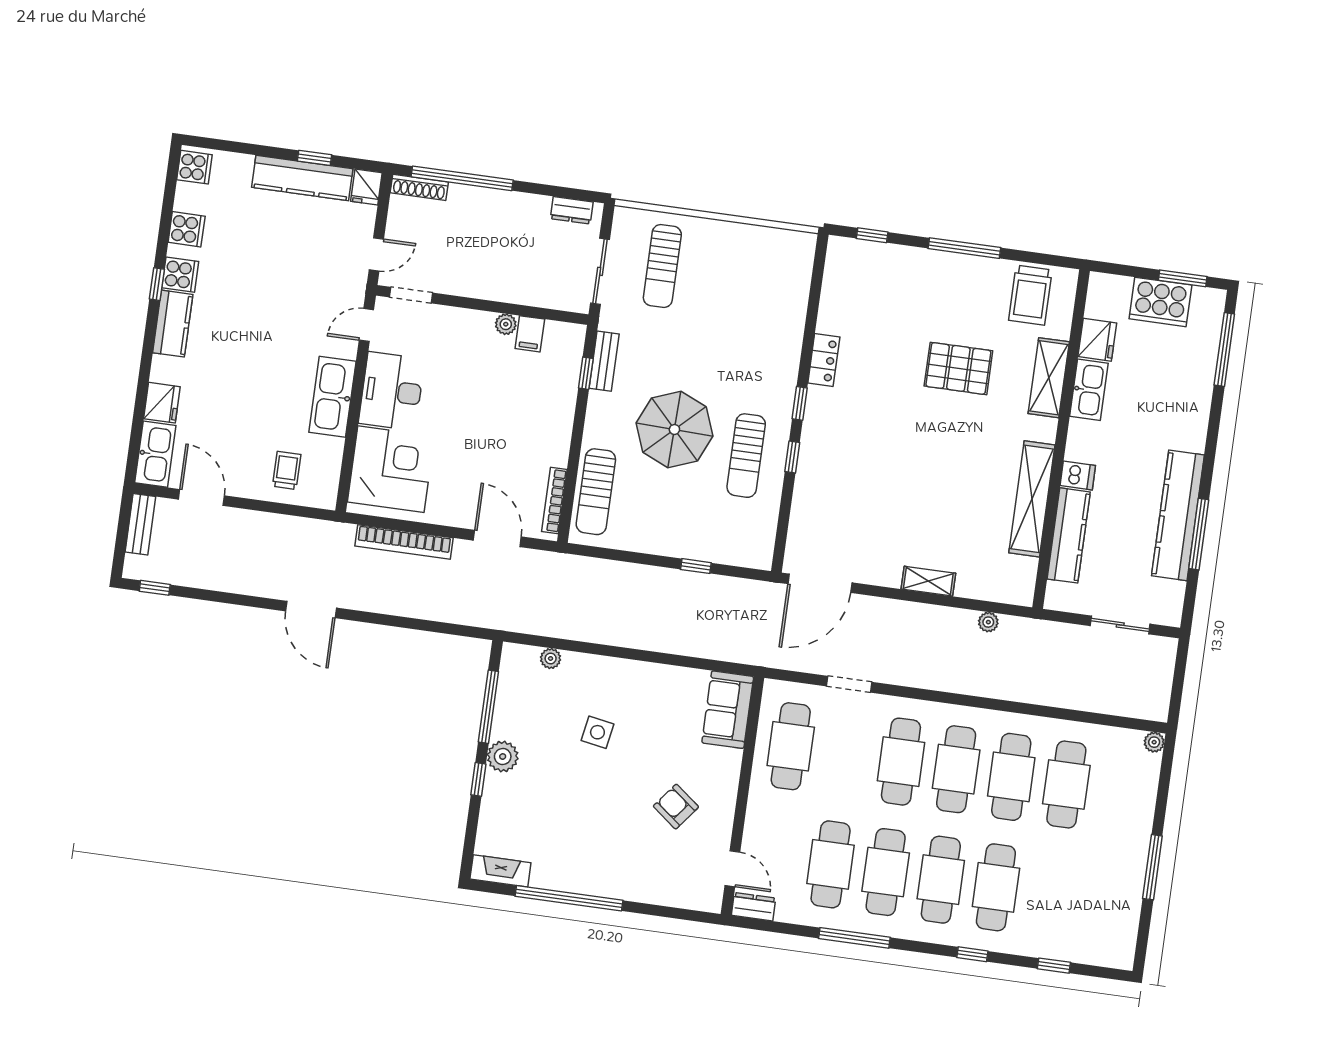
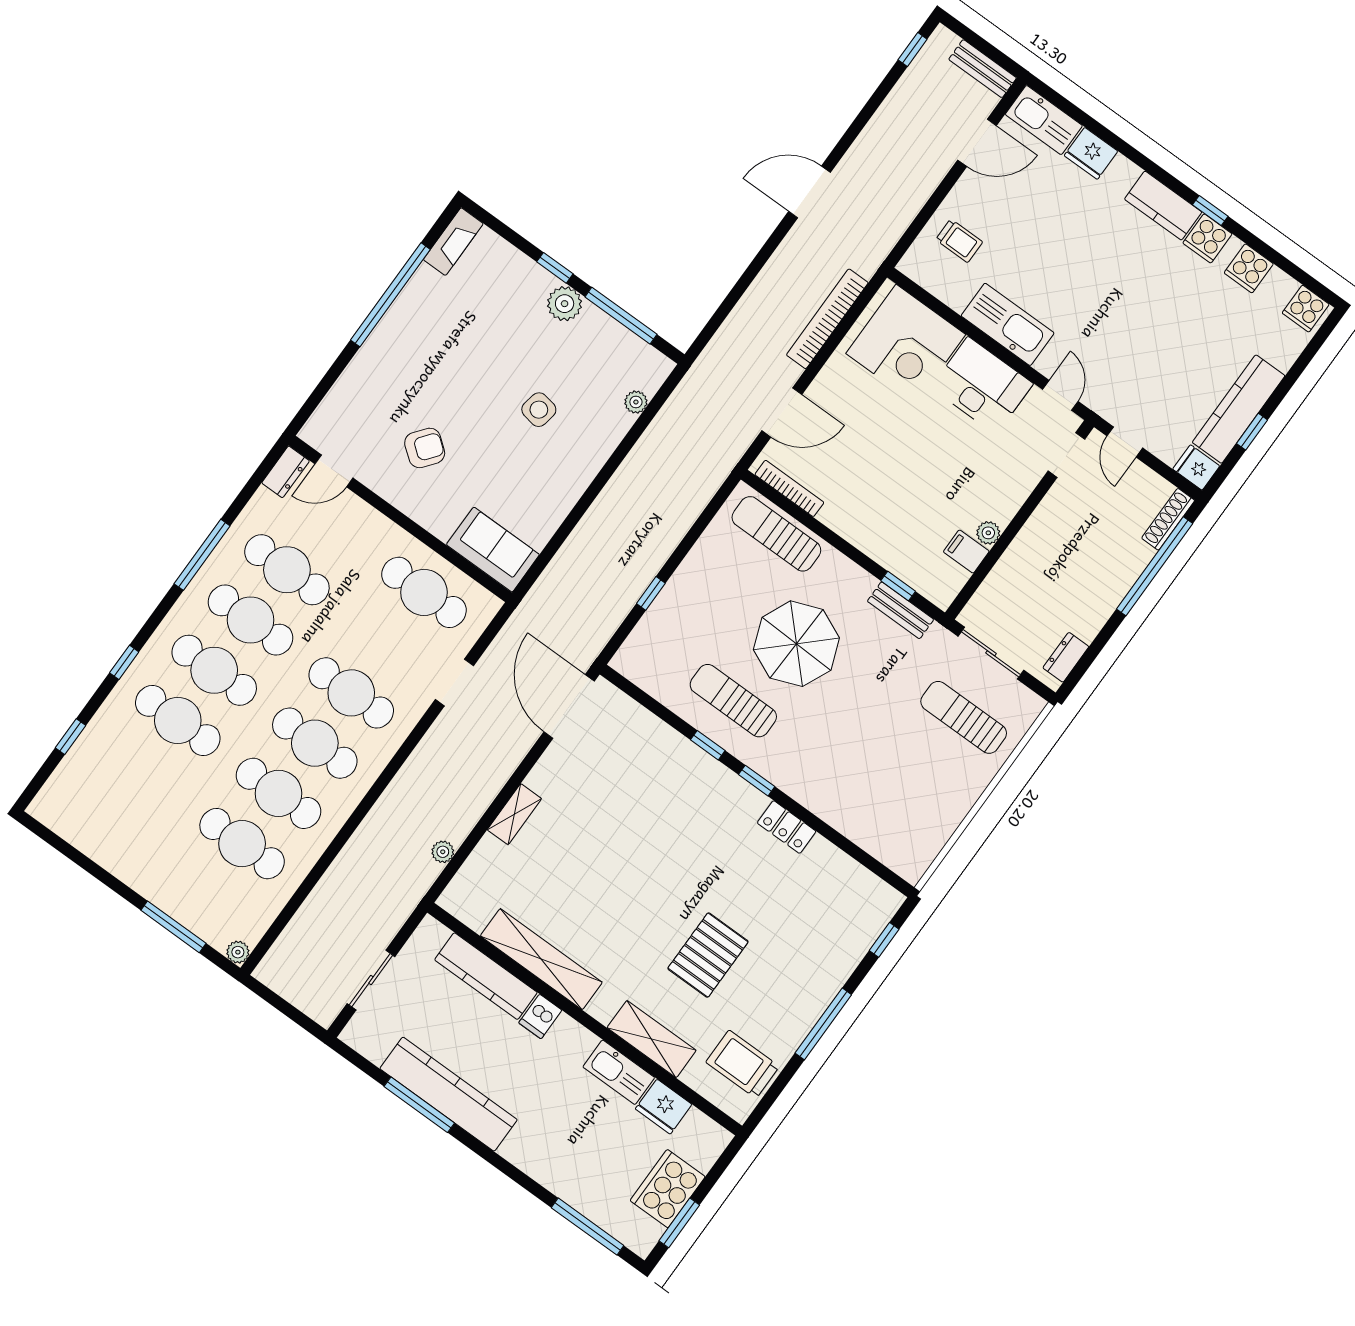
window: (1152, 867) -> (173, 927), moved

